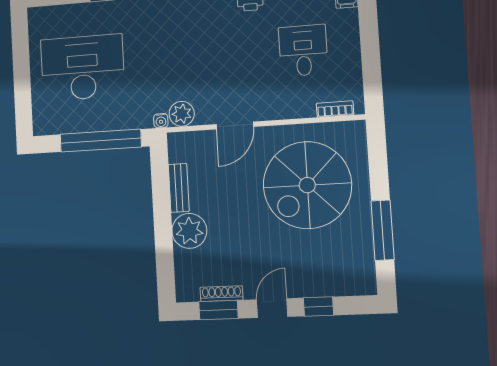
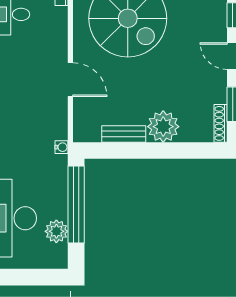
plant: (182, 114) -> (56, 231), moved
shoe rack: (221, 294) -> (221, 123), moved

